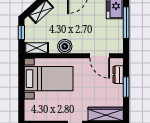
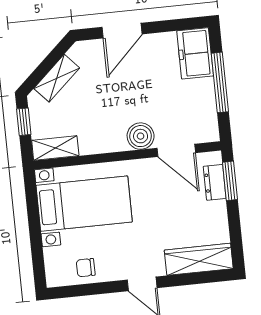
boiler: (65, 46) -> (141, 136), moved
window: (126, 87) -> (230, 181), moved
chair: (46, 112) -> (86, 268), added

